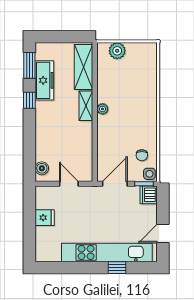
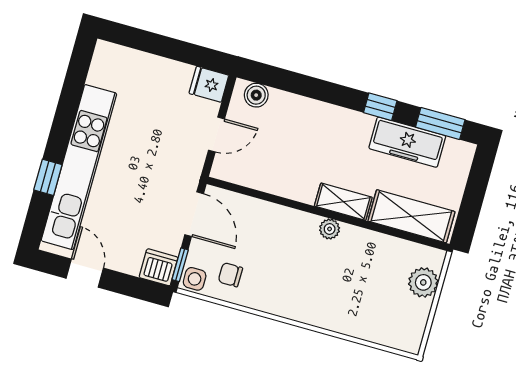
fridge: (45, 218) -> (209, 84), moved, turned 90

